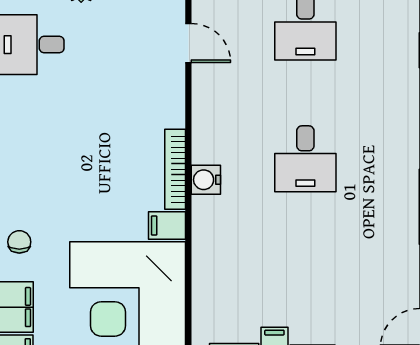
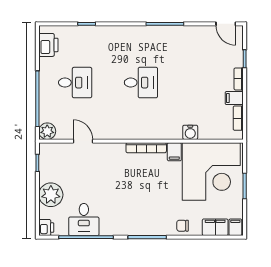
door: (188, 43) -> (83, 141), hinge flipped
water cooler: (206, 180) -> (190, 132), moved

